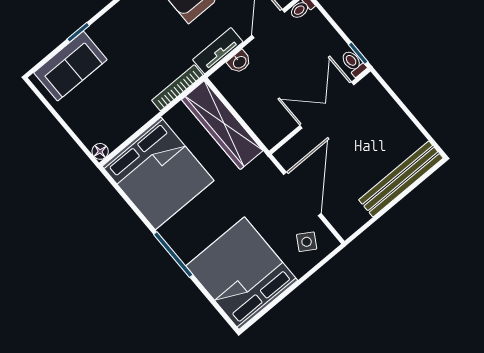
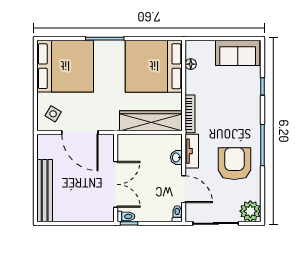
sofa: (70, 66) -> (238, 53), moved, turned -90
floor lamp: (100, 151) -> (191, 64), moved

